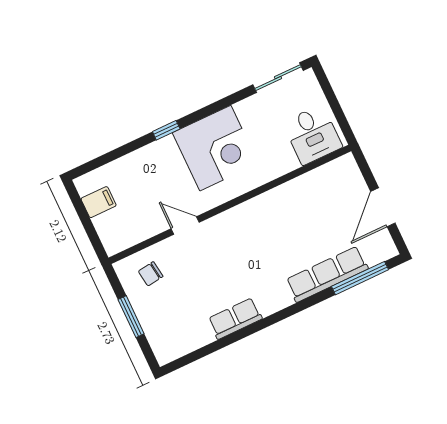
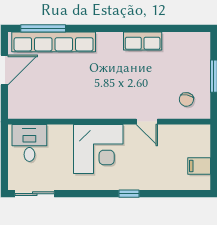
corner desk: (215, 148) -> (98, 149), moved, turned 180
chair: (151, 274) -> (186, 99), turned 110
row of seats: (327, 274) -> (54, 42), width x1.36

